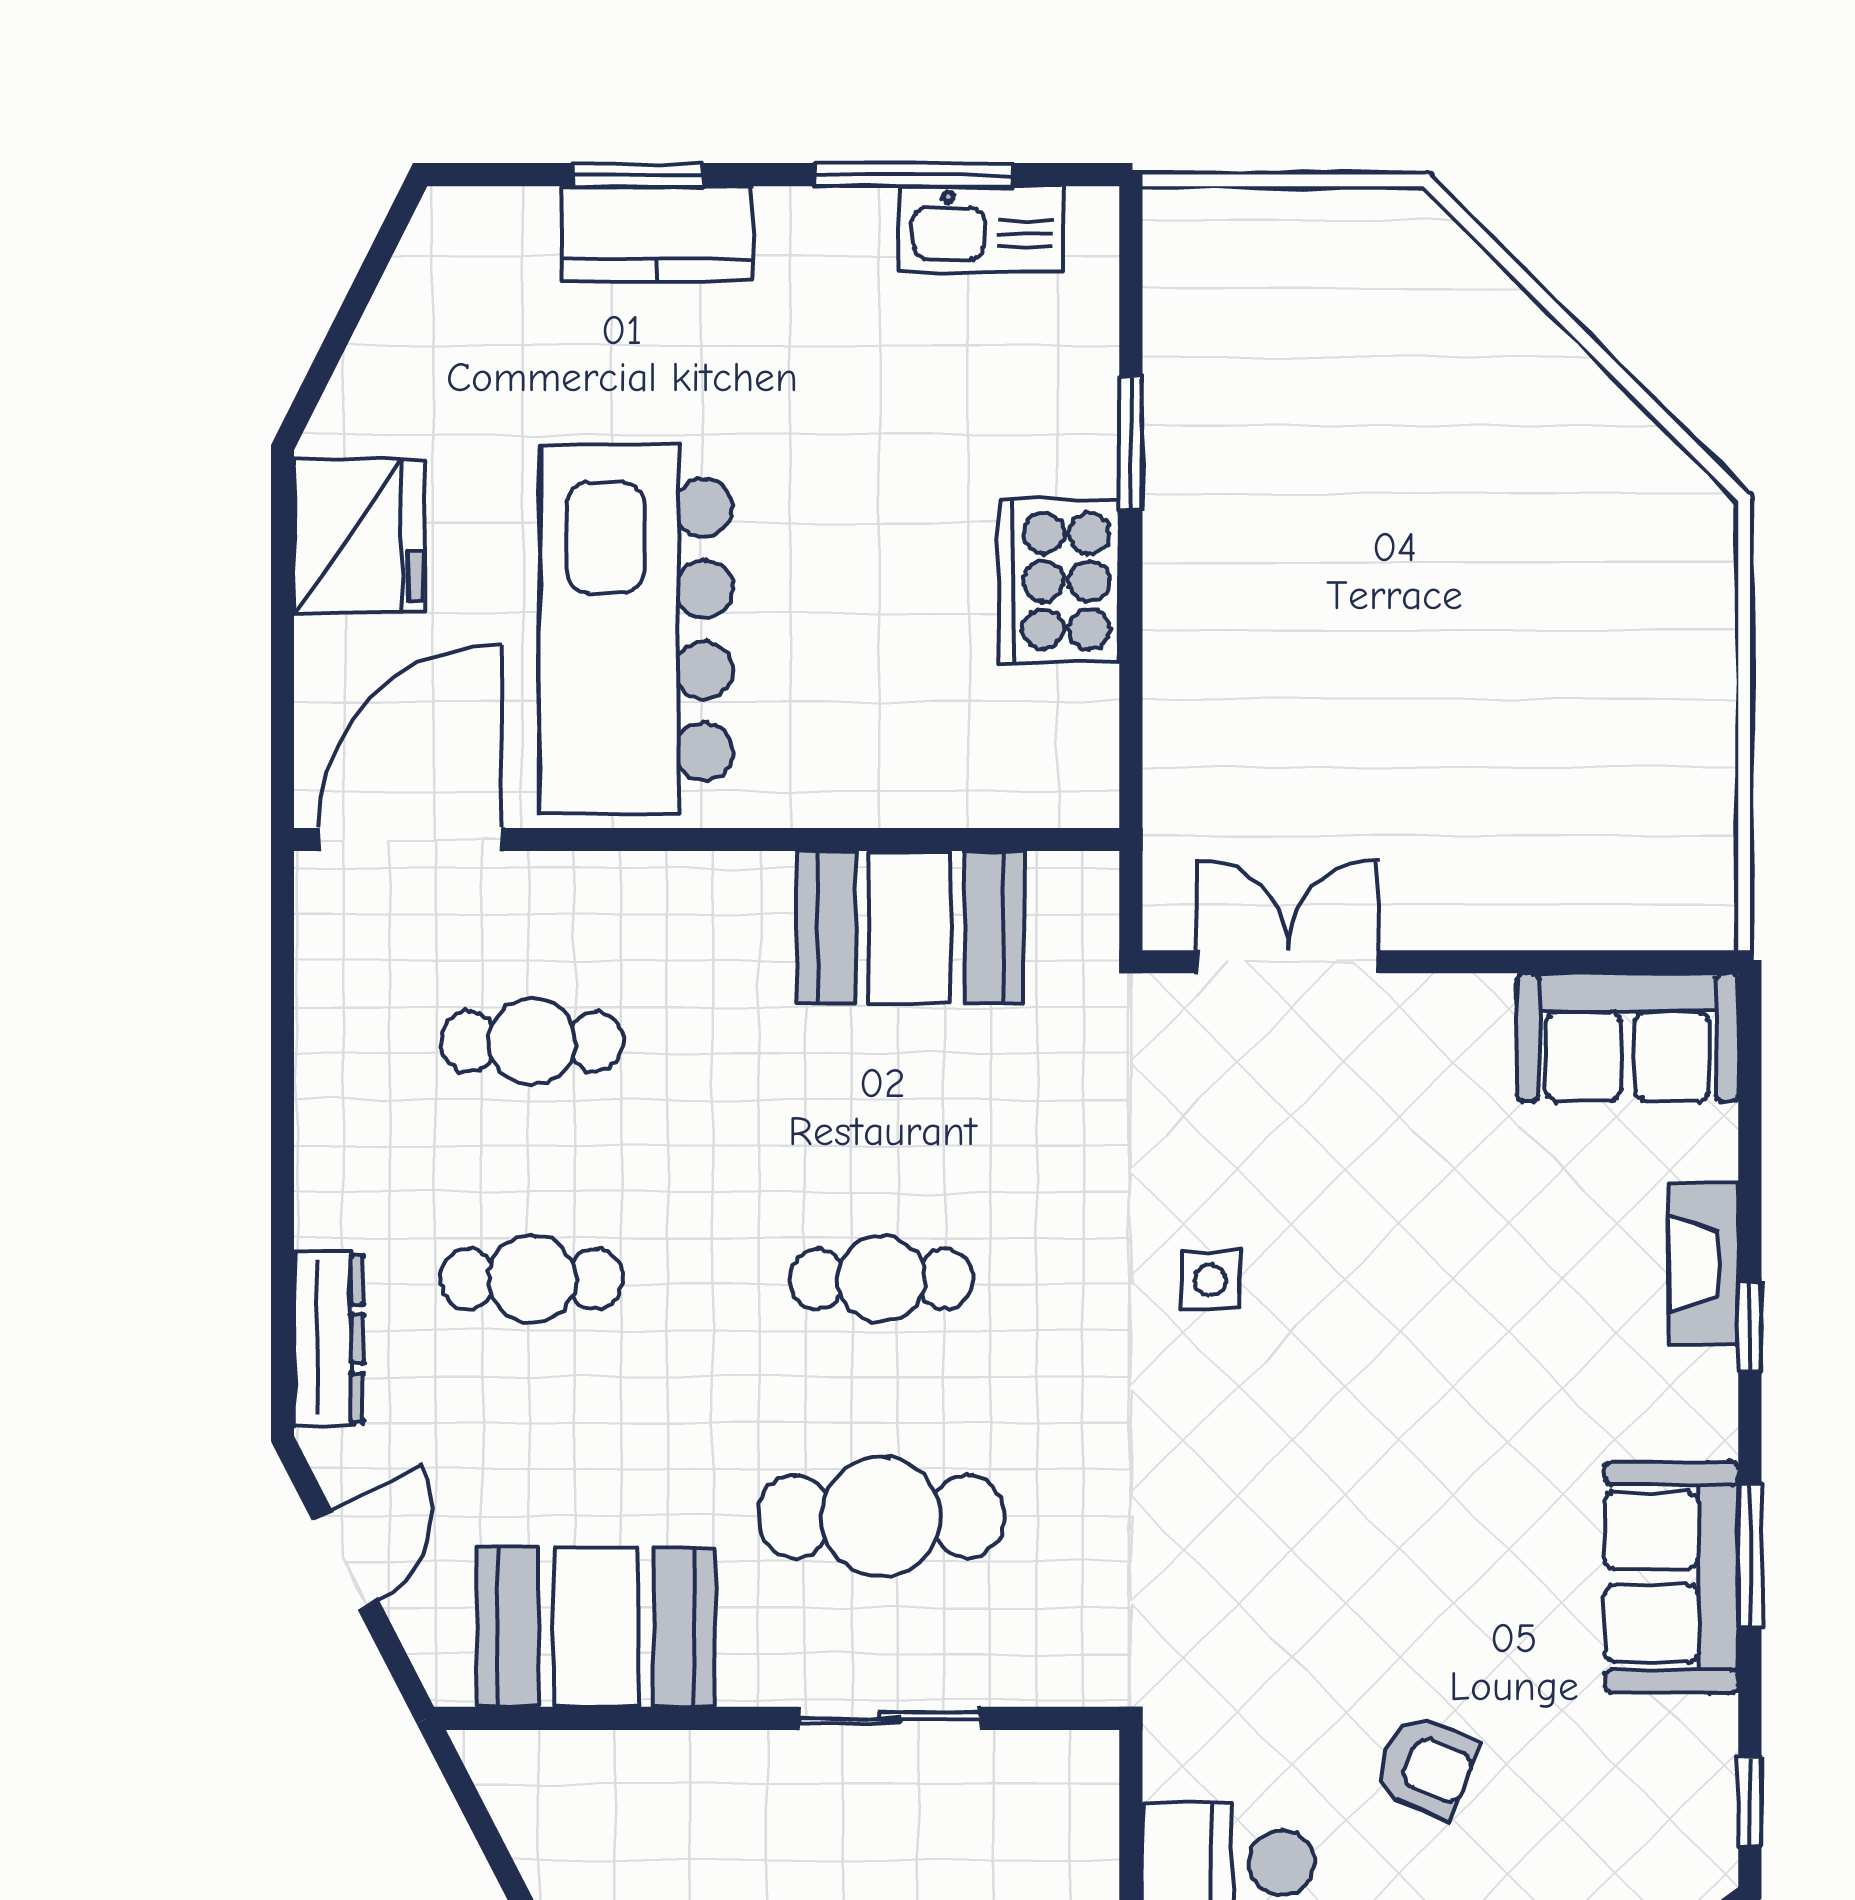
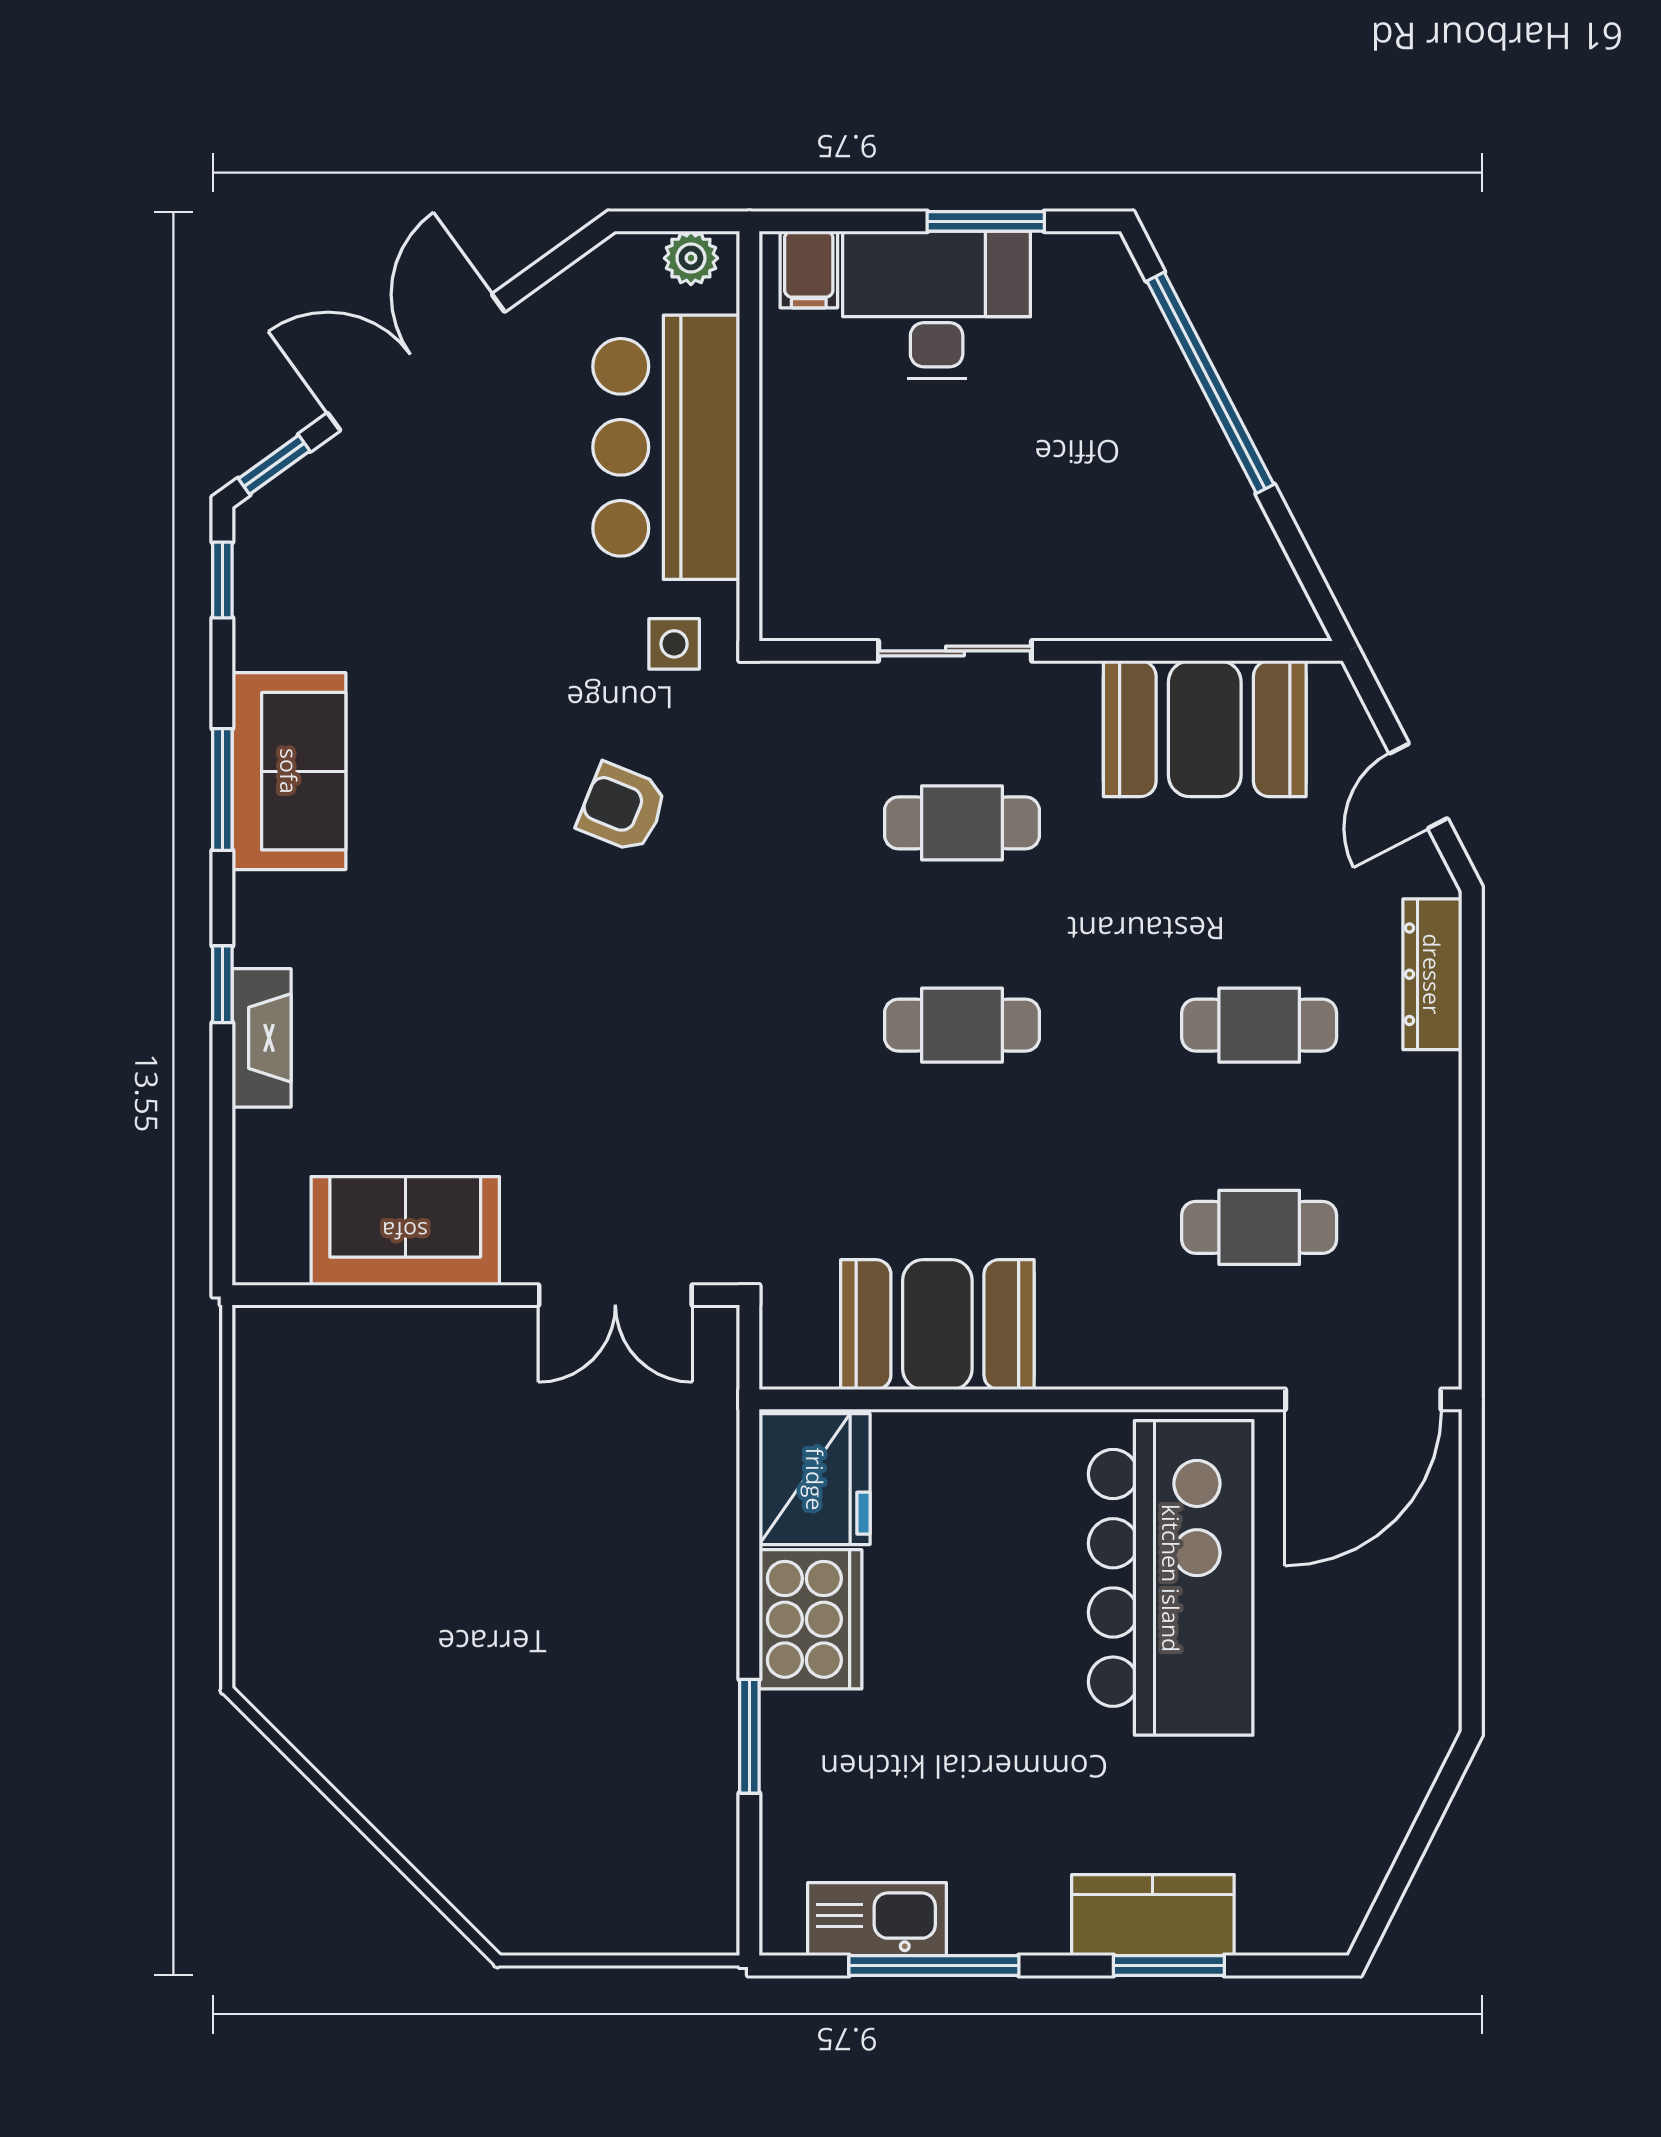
fridge: (359, 536) -> (815, 1479), moved, turned 180
sofa: (1628, 1037) -> (405, 1231), moved
side table: (1210, 1280) -> (674, 644), moved
cafe table: (881, 1516) -> (962, 823), width x0.73, depth x0.74
armchair: (1426, 1766) -> (622, 808), moved

